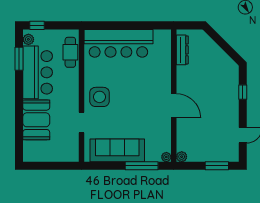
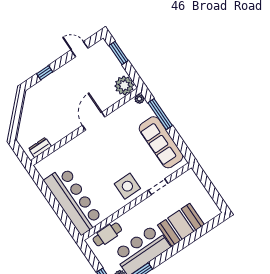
dresser: (182, 50) -> (40, 148), width x0.70
plant: (182, 157) -> (124, 86), width x1.88, depth x1.88

